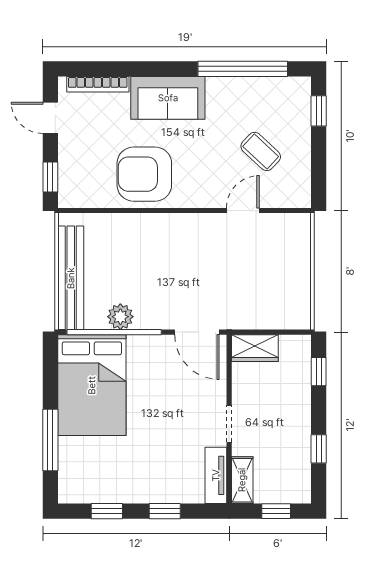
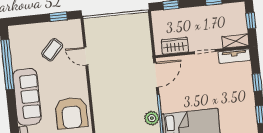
sofa: (168, 98) -> (27, 97), width x1.36
window: (319, 111) -> (58, 17), moved
wardrobe: (255, 348) -> (175, 46), moved, turned -90

